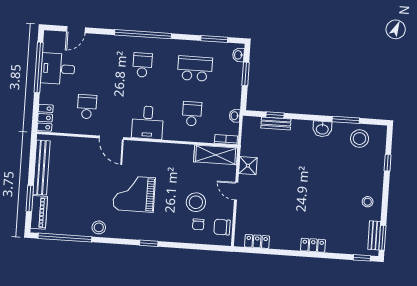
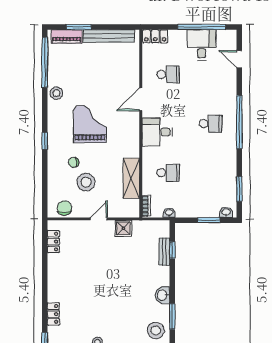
school desk: (195, 69) -> (210, 173), removed
shelving: (216, 155) -> (131, 178), moved
chair: (198, 224) -> (73, 162), moved
locker: (313, 245) -> (53, 314), moved

